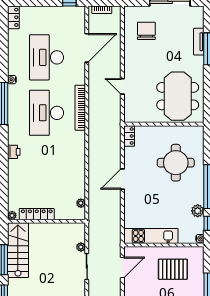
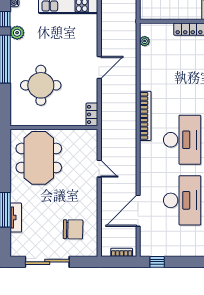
chair: (146, 31) -> (73, 229), turned -89
bookcase: (80, 108) -> (145, 116), moved

